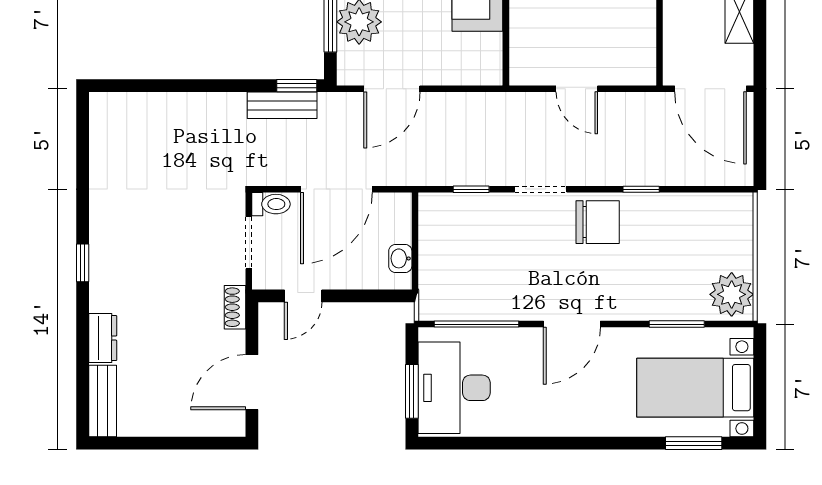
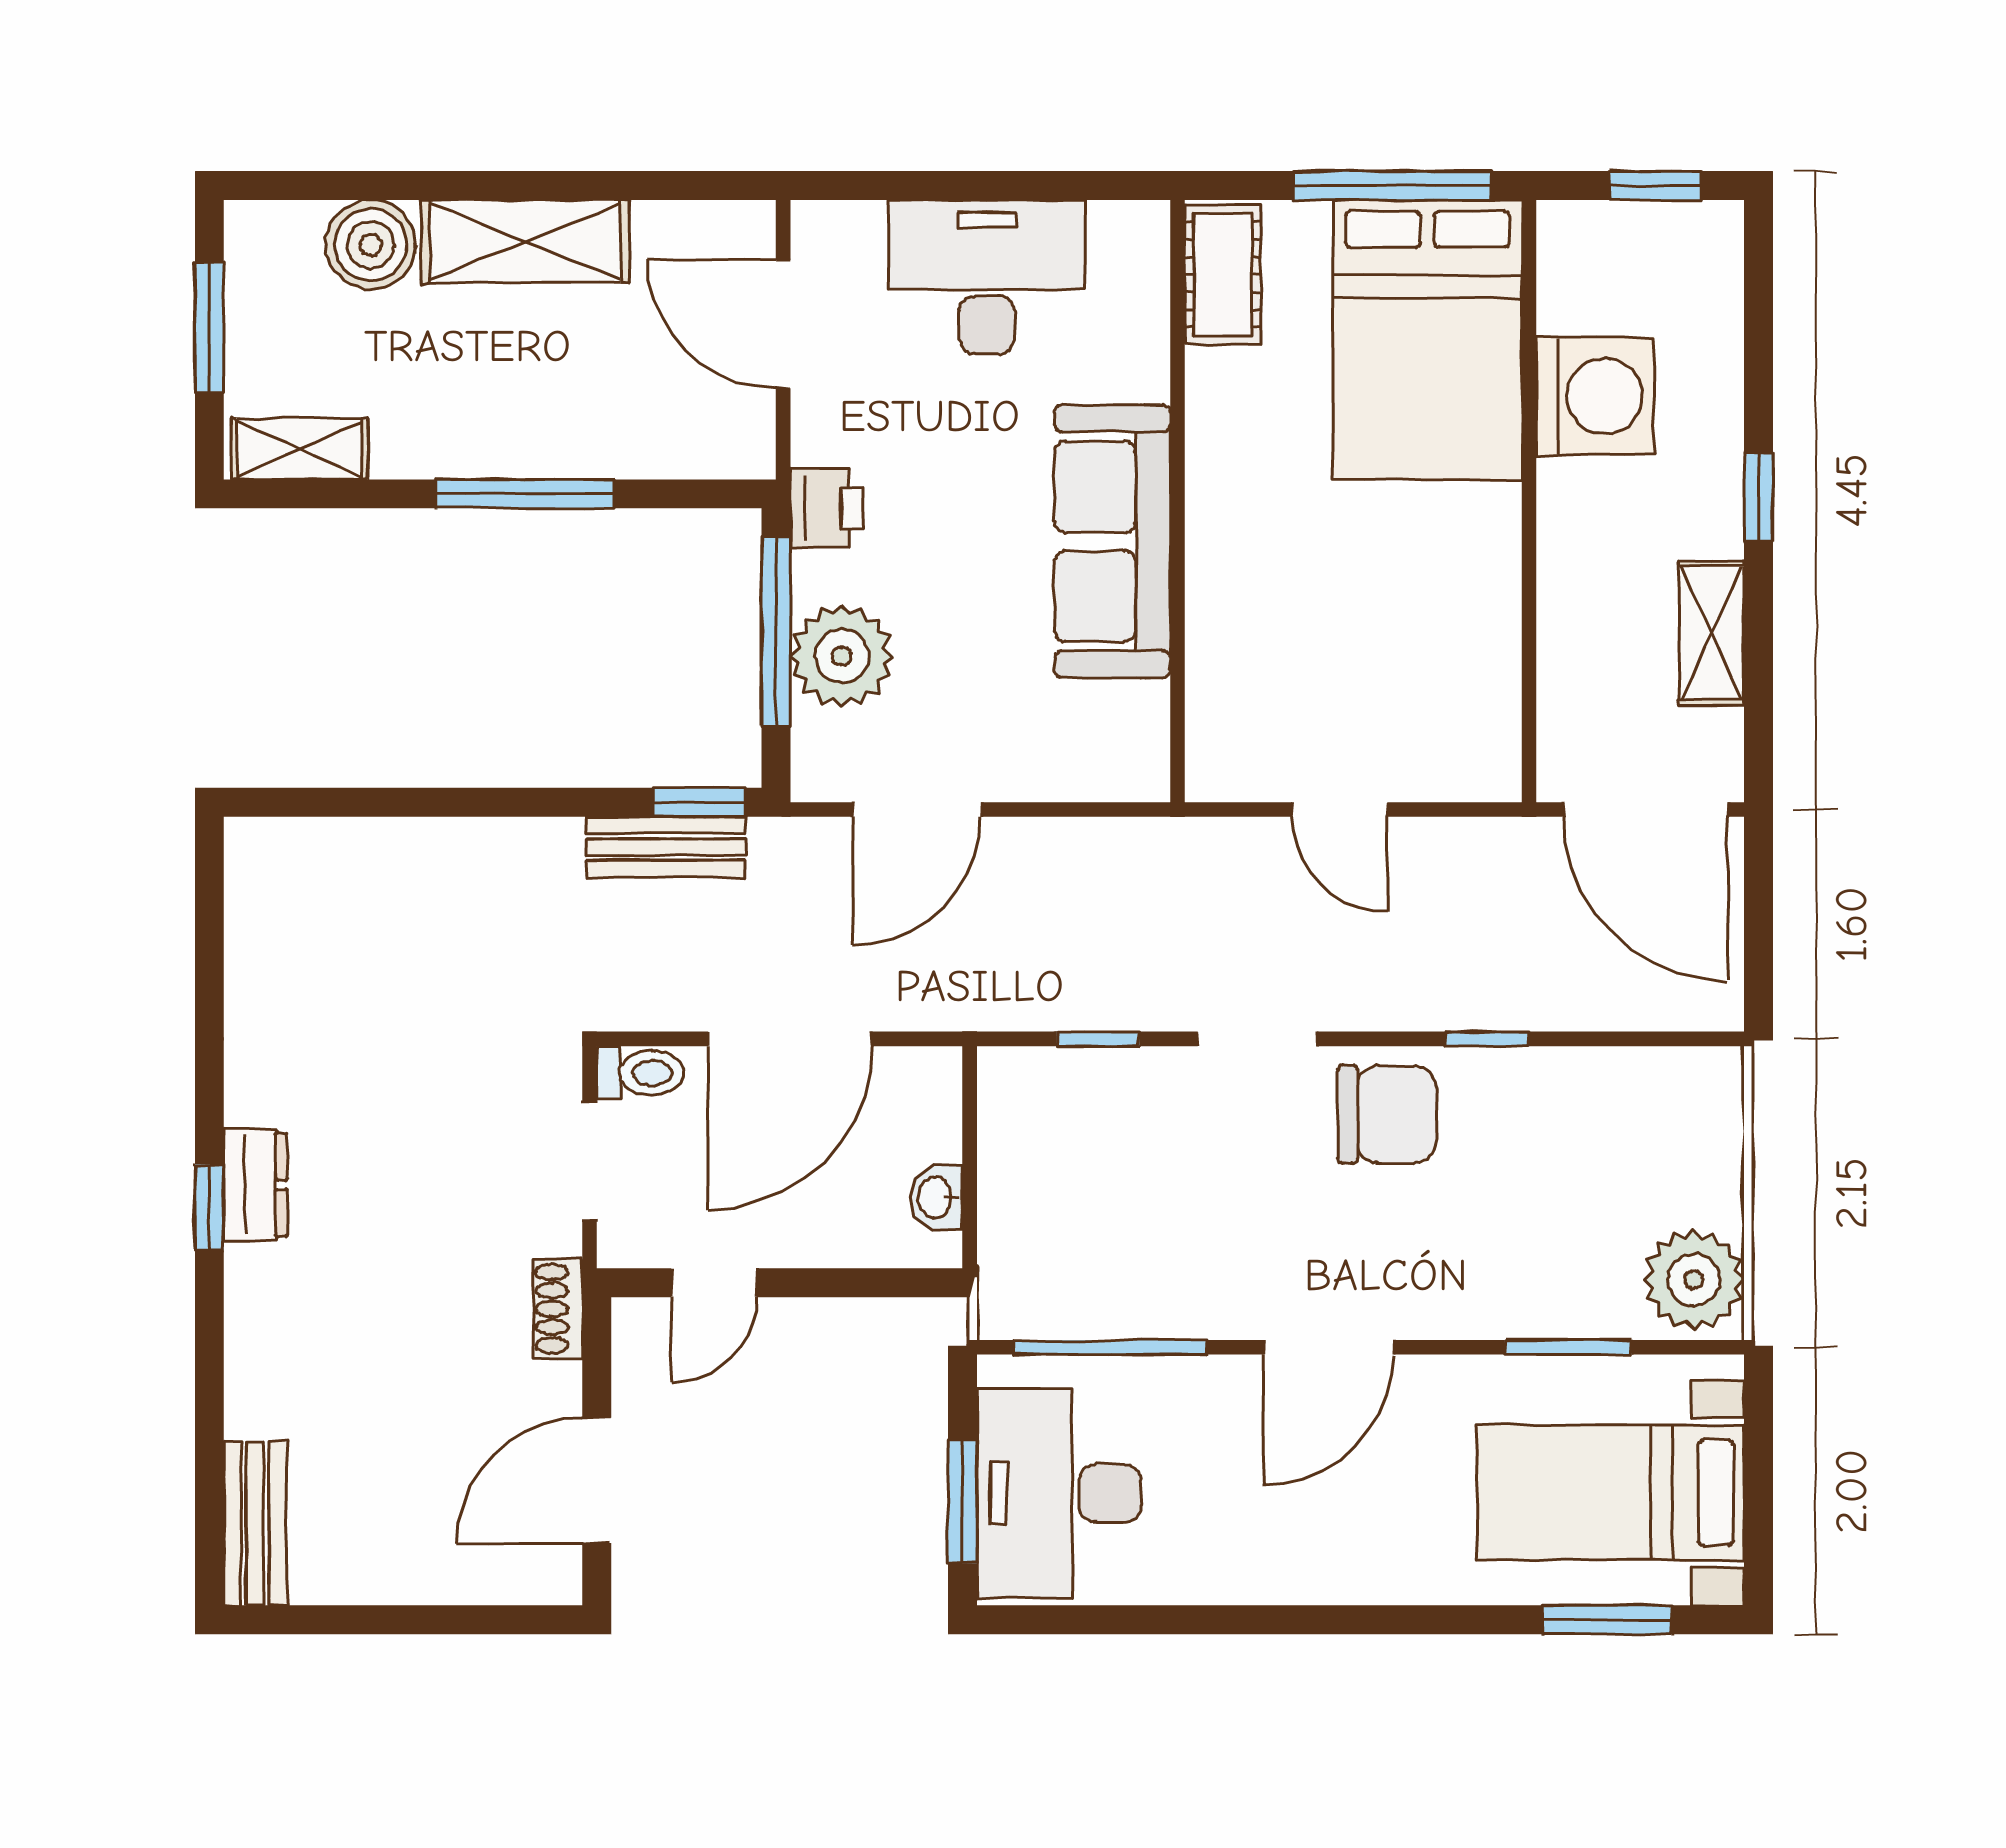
dresser: (103, 338) -> (255, 1185), moved

